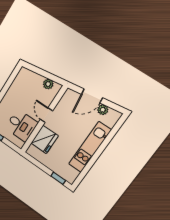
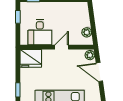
plant: (103, 110) -> (90, 55), moved
fridge: (45, 139) -> (31, 58), moved

